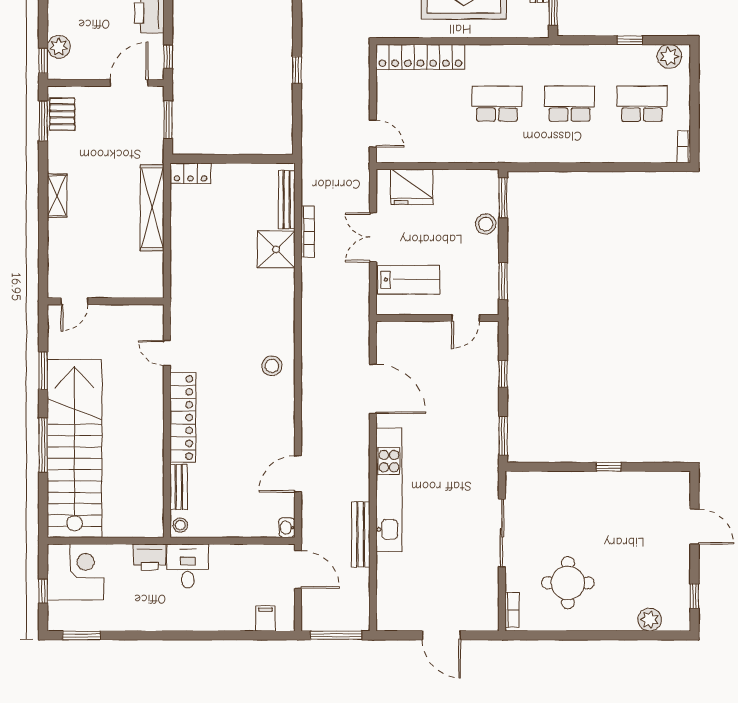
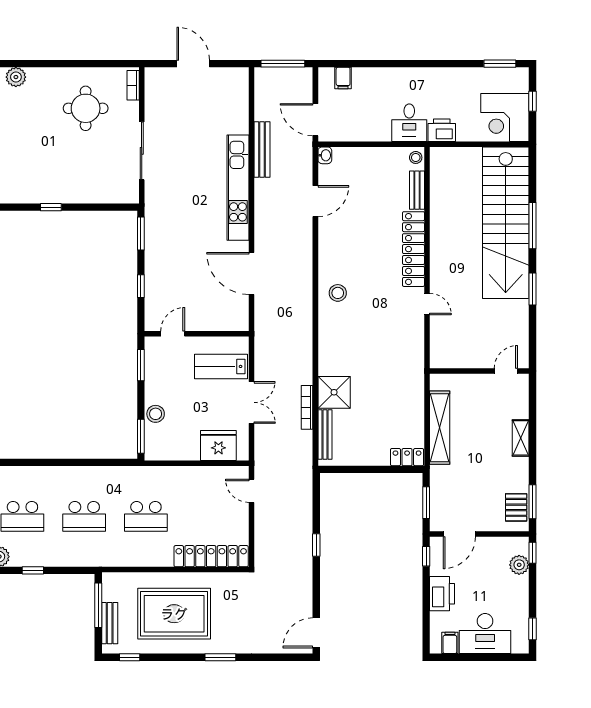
door: (74, 301) -> (506, 371), moved
wall: (106, 301) -> (479, 371), moved

